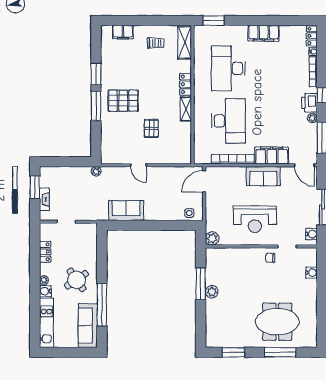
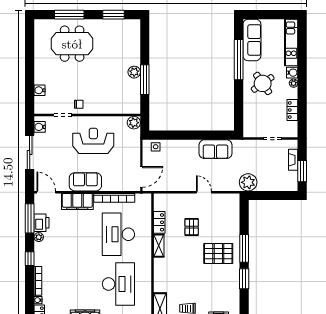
locker: (185, 84) -> (159, 222), moved
printer: (309, 103) -> (41, 223), moved
plant: (96, 171) -> (248, 182), width x1.87, depth x1.87

